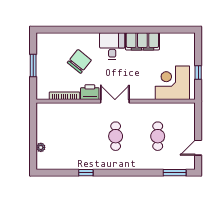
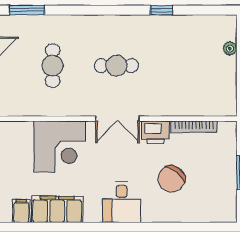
filing cabinet: (178, 40) -> (21, 211), added
filing cabinet: (142, 41) -> (57, 209), moved
corner desk: (172, 83) -> (60, 146), moved
cafe table: (116, 136) -> (116, 66), turned 90

